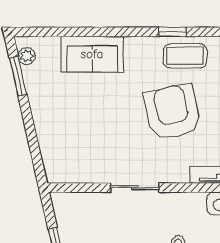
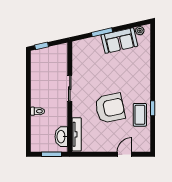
sofa: (92, 54) -> (119, 41), moved, turned -103
window: (18, 76) -> (102, 32), moved

